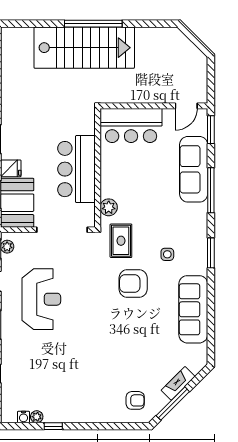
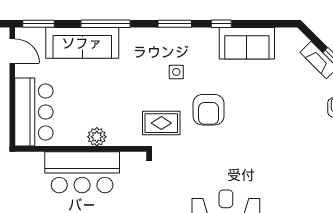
plant: (109, 207) -> (97, 137), moved
window: (211, 295) -> (221, 24), added
sofa: (193, 309) -> (247, 43), width x0.73

